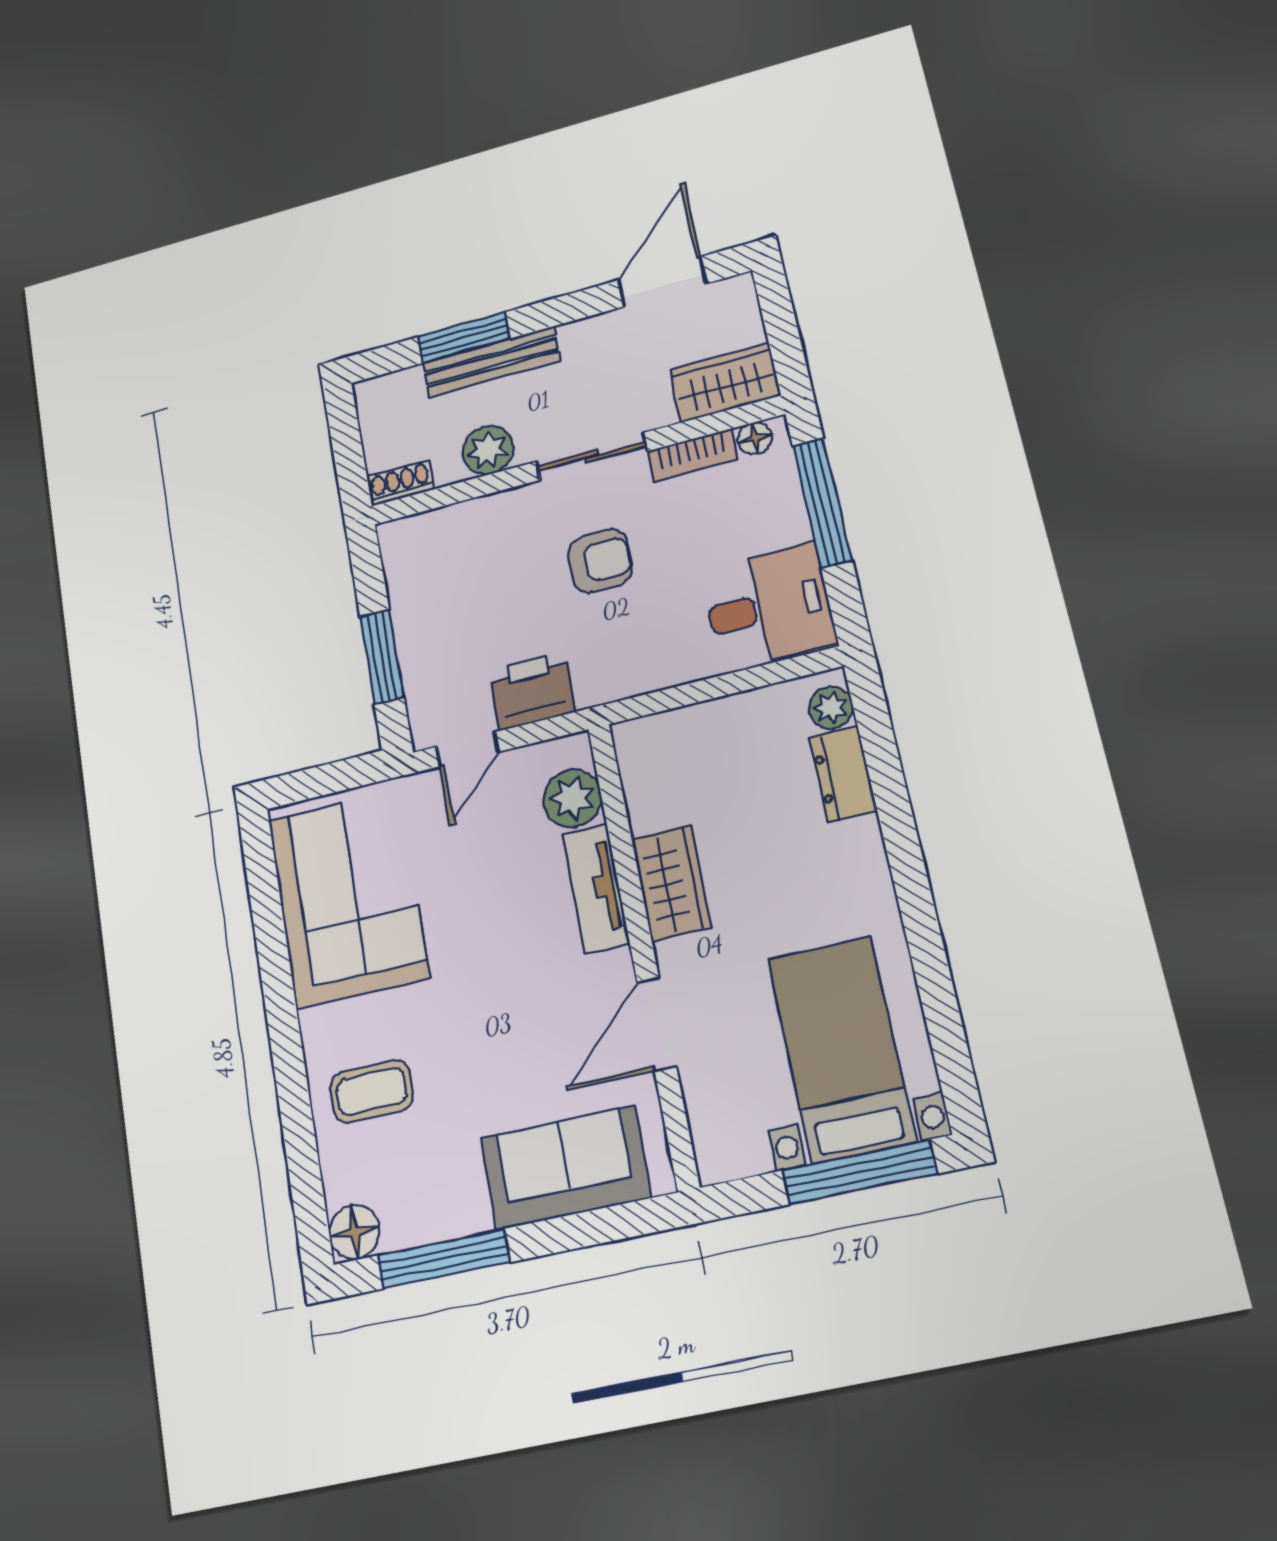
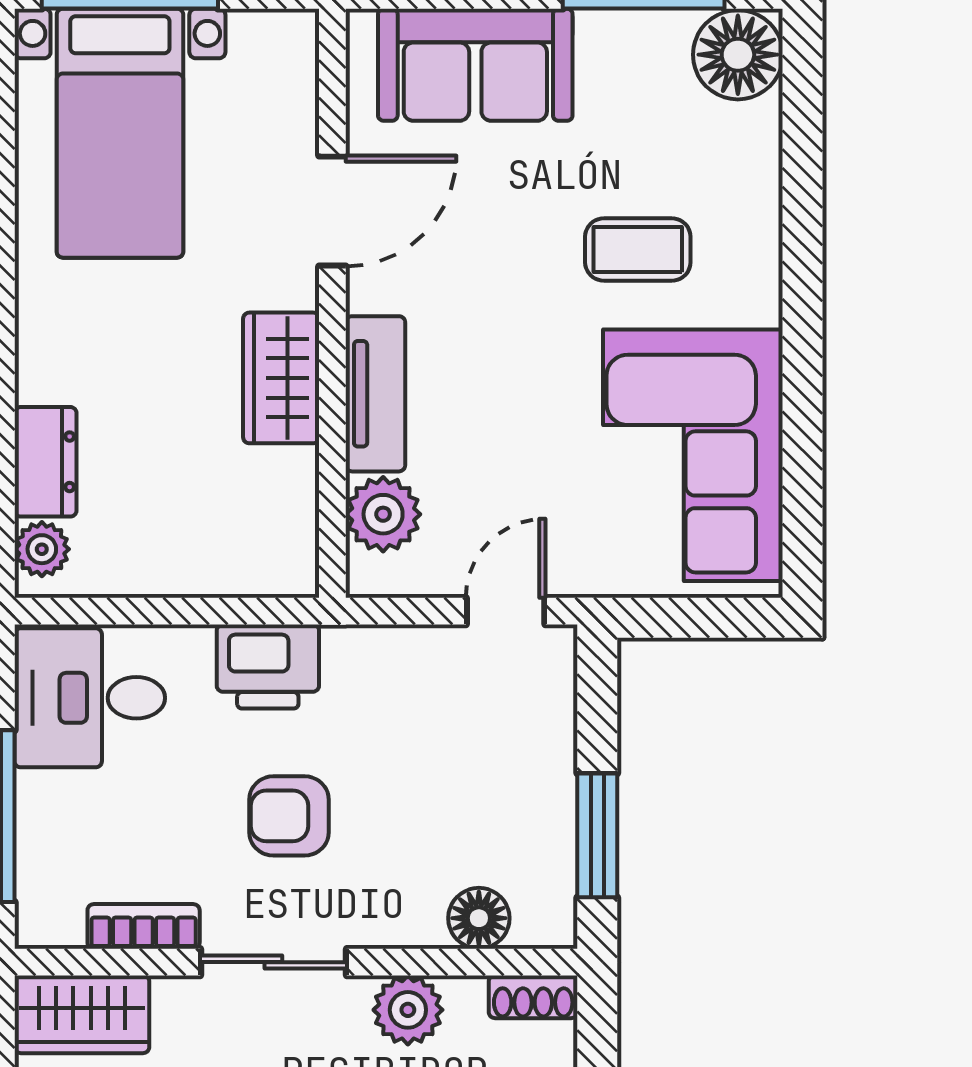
floor lamp: (755, 438) -> (479, 918), moved, width x1.37, depth x1.37
window: (382, 656) -> (597, 835), moved
printer: (532, 691) -> (268, 667), moved
coffee table: (372, 1091) -> (638, 250), moved
floor lamp: (354, 1232) -> (738, 55), width x1.38, depth x1.38

